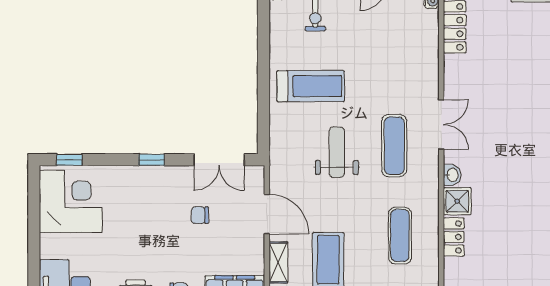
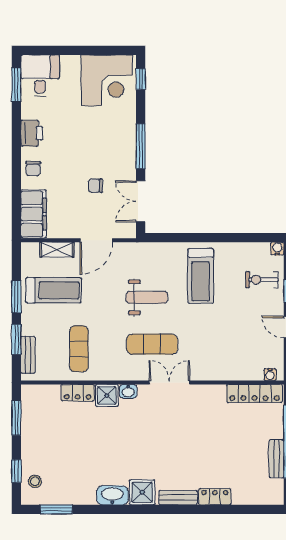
double door: (441, 124) -> (169, 382), swing flipped
window: (152, 160) -> (141, 146), width x2.17
chair: (200, 215) -> (95, 186), turned -90
exercise mat: (400, 235) -> (79, 349), turned 90

